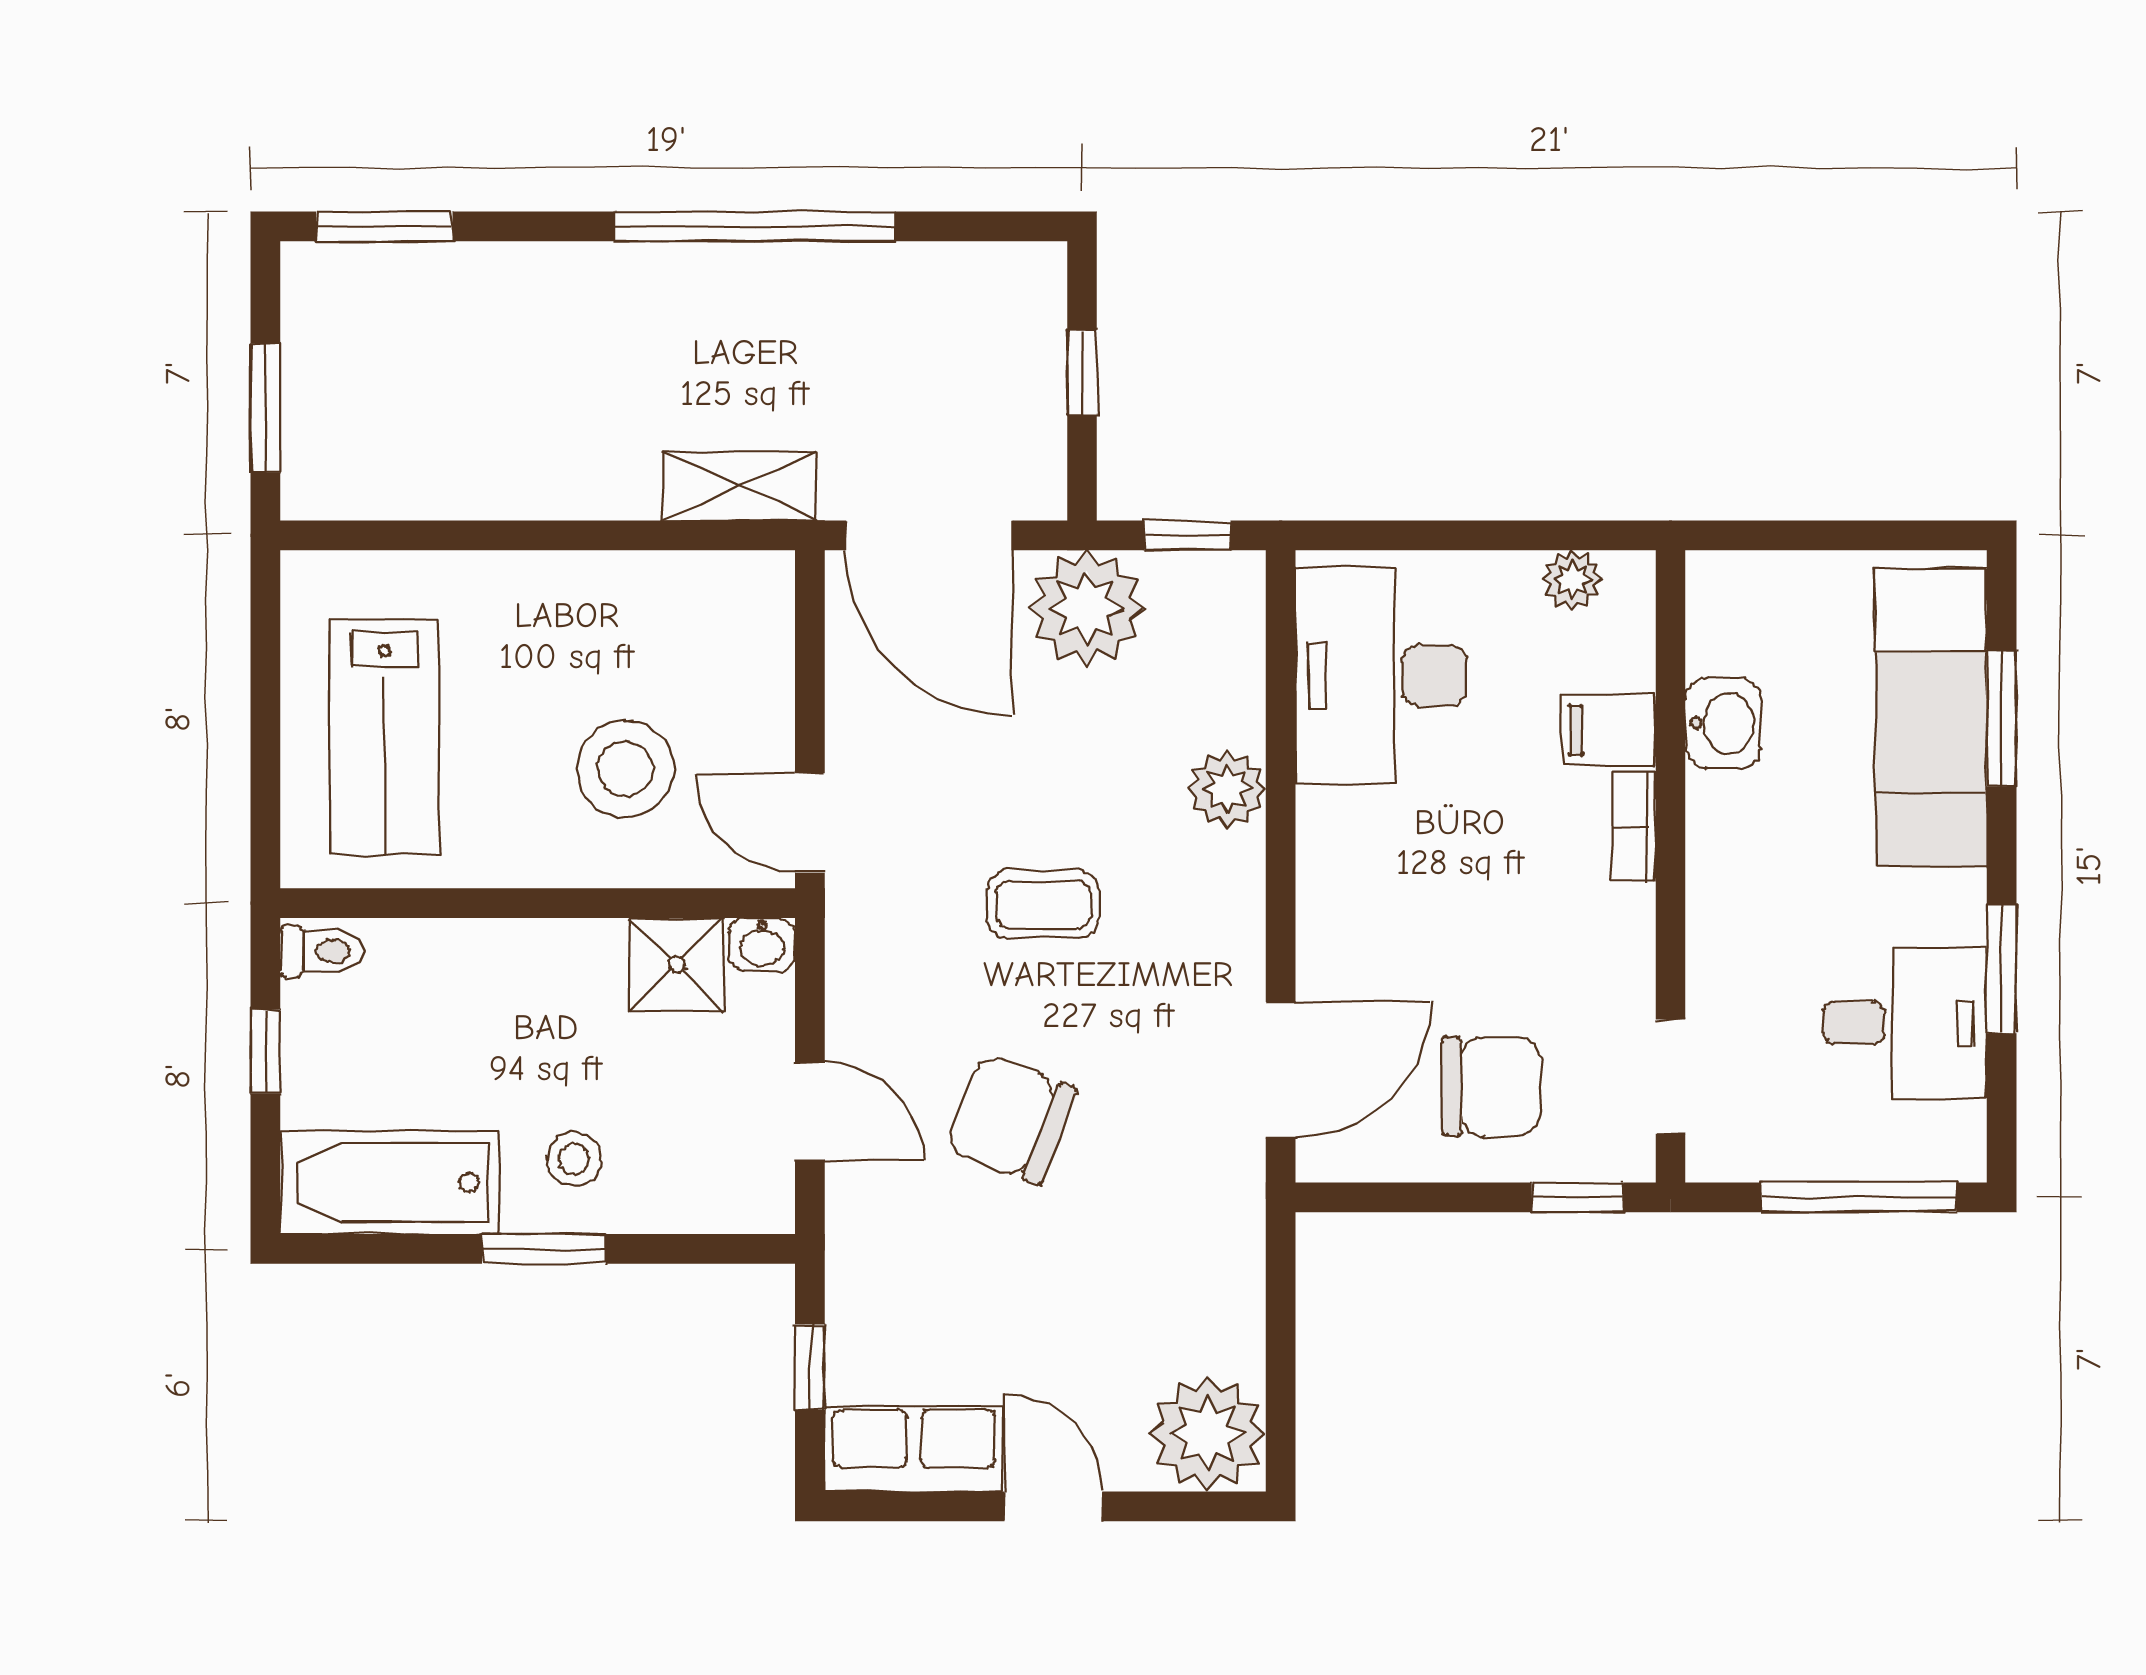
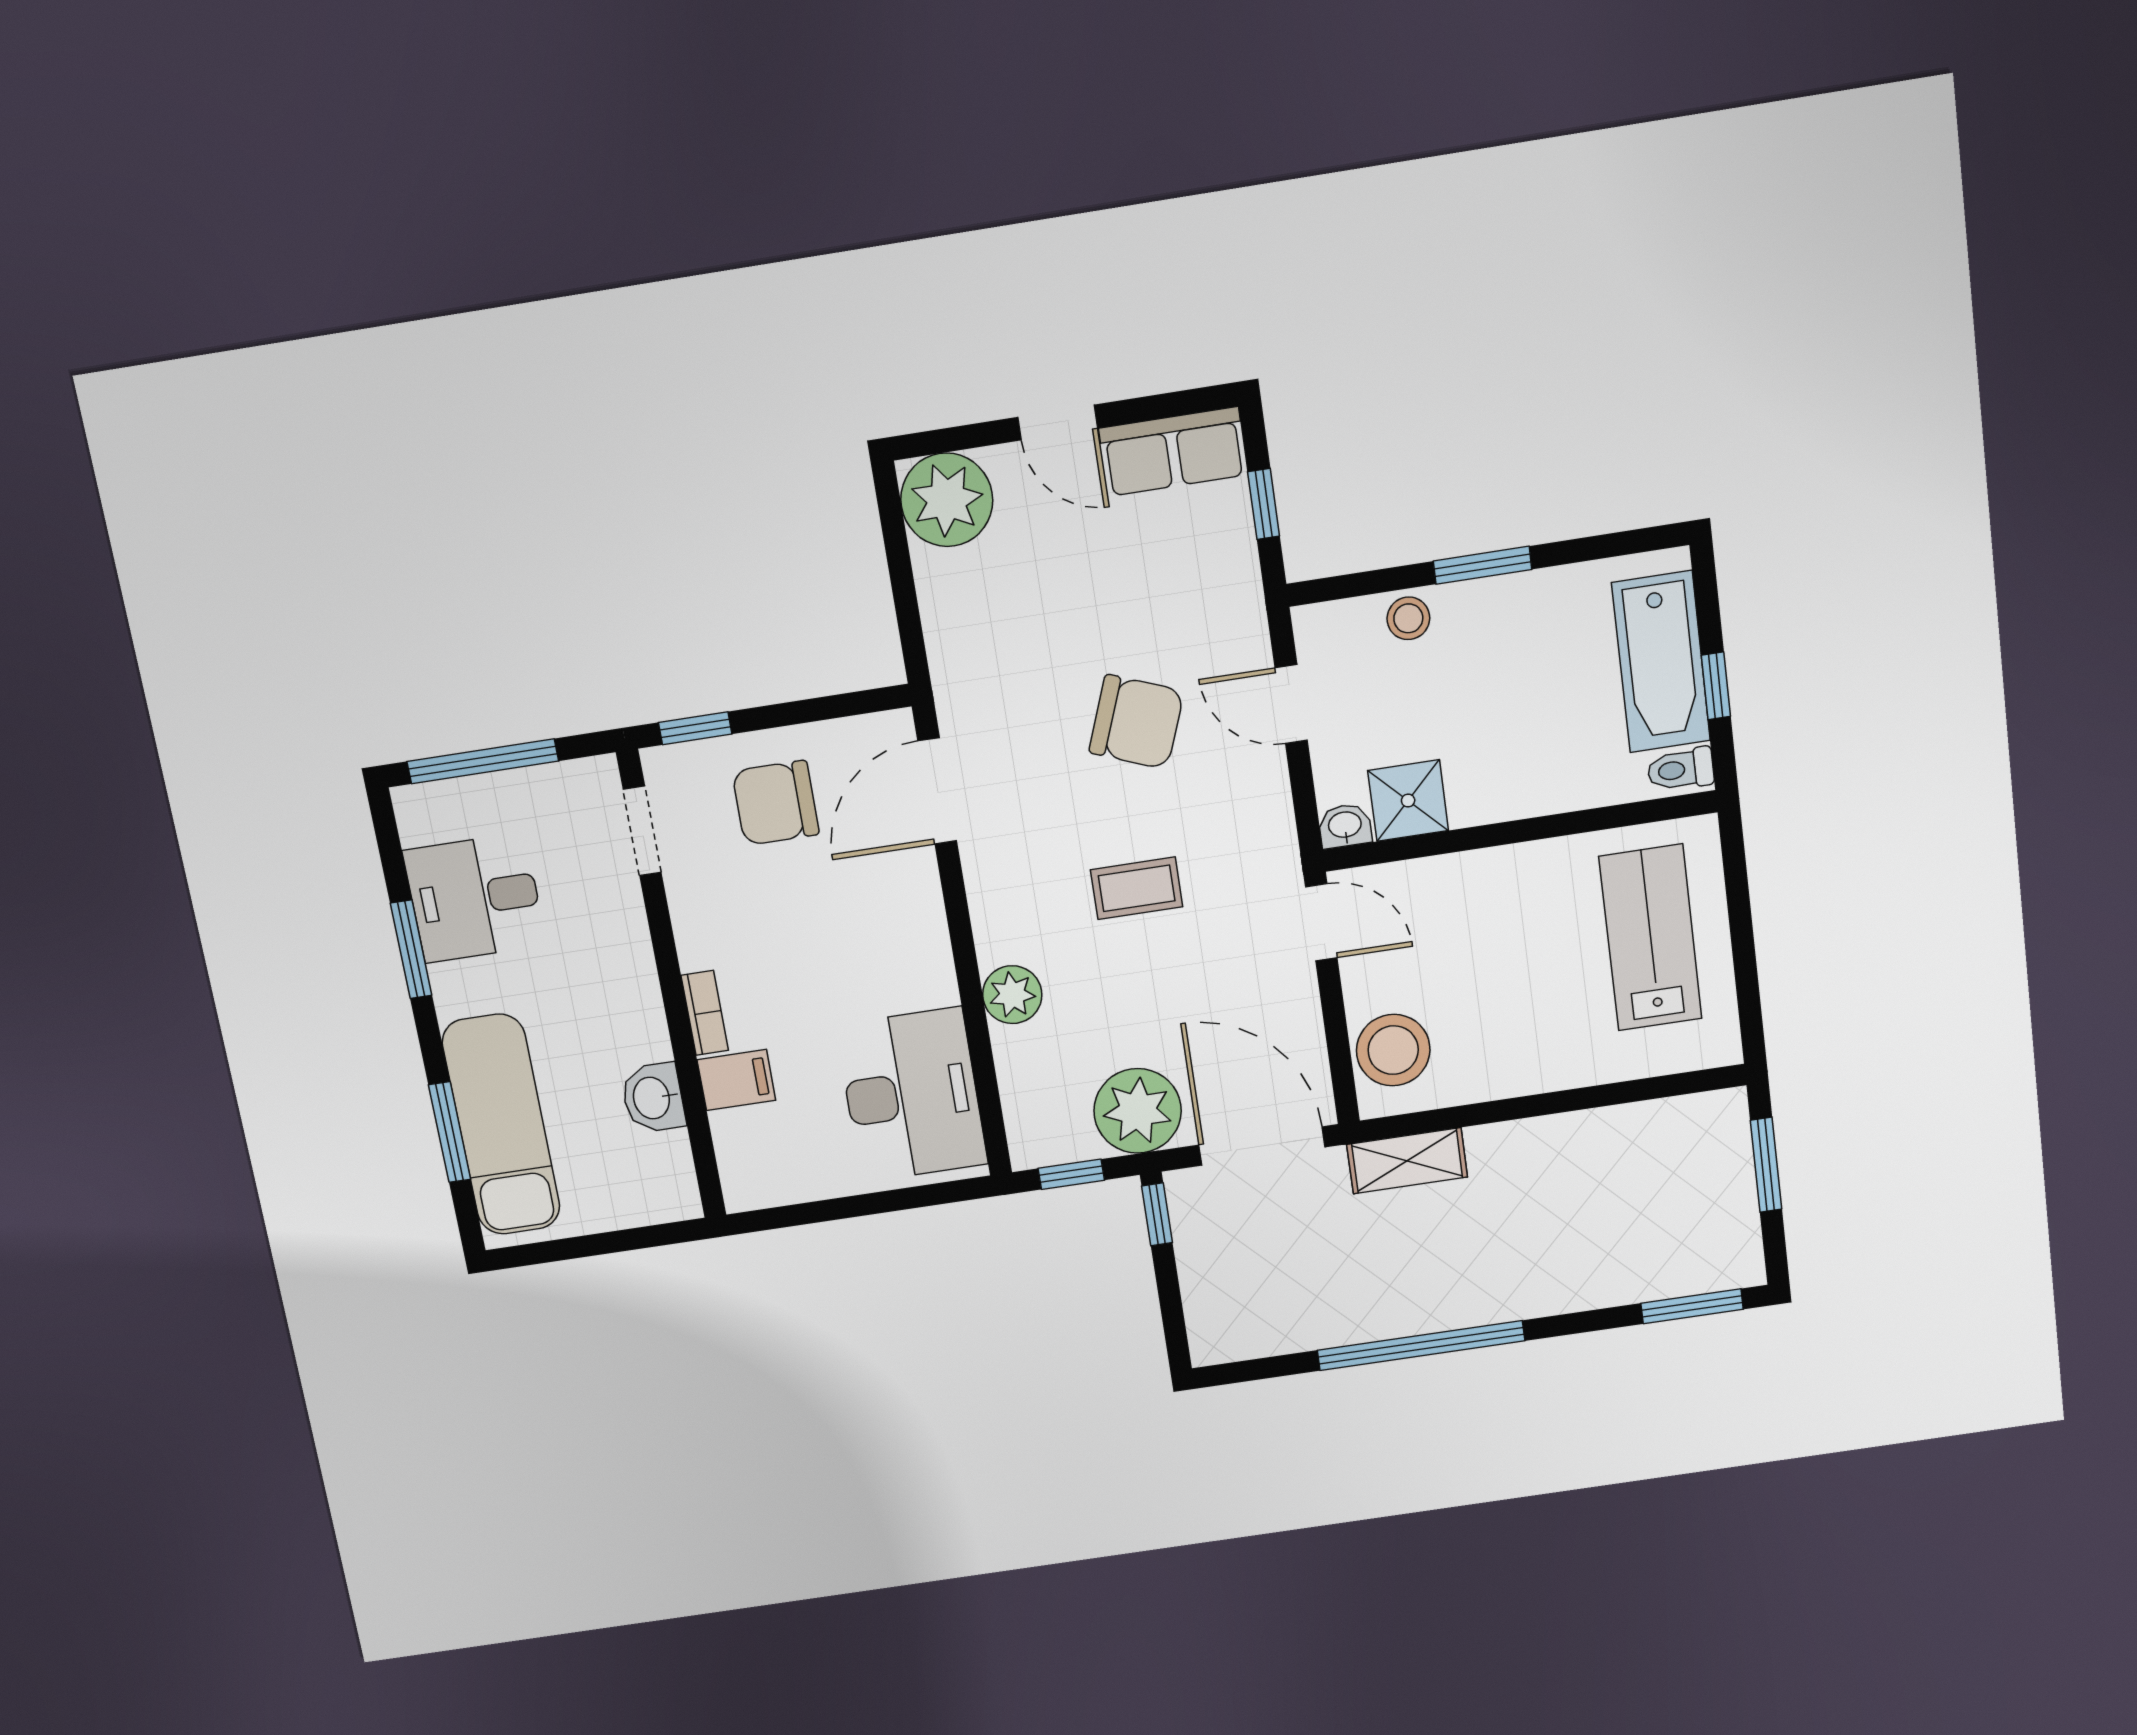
window: (1082, 373) -> (1157, 1214), moved
plant: (1572, 580) -> (783, 1185), removed
stool: (625, 769) -> (1393, 1050), moved
stool: (574, 1159) -> (1408, 618), moved
bathtub: (390, 1182) -> (1661, 662), moved, turned 90

